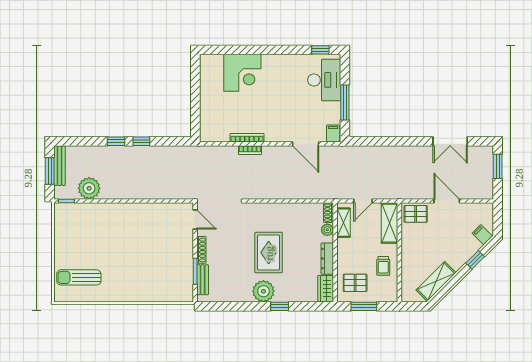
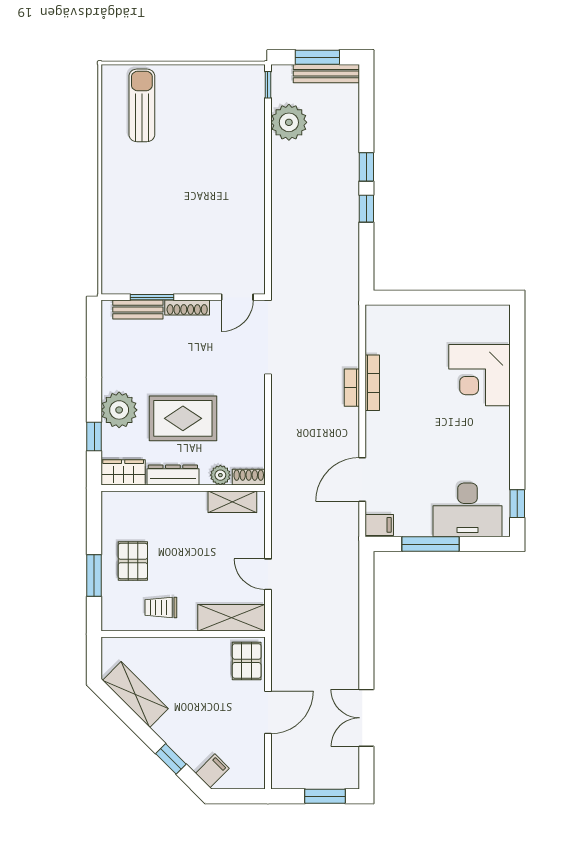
shoe rack: (329, 213) -> (249, 477), moved
shelving: (343, 223) -> (232, 502), moved
plant: (327, 230) -> (220, 475), moved
wall: (335, 252) -> (183, 488), moved
dresser: (327, 259) -> (173, 475), moved
wardrobe: (326, 289) -> (123, 472), moved

